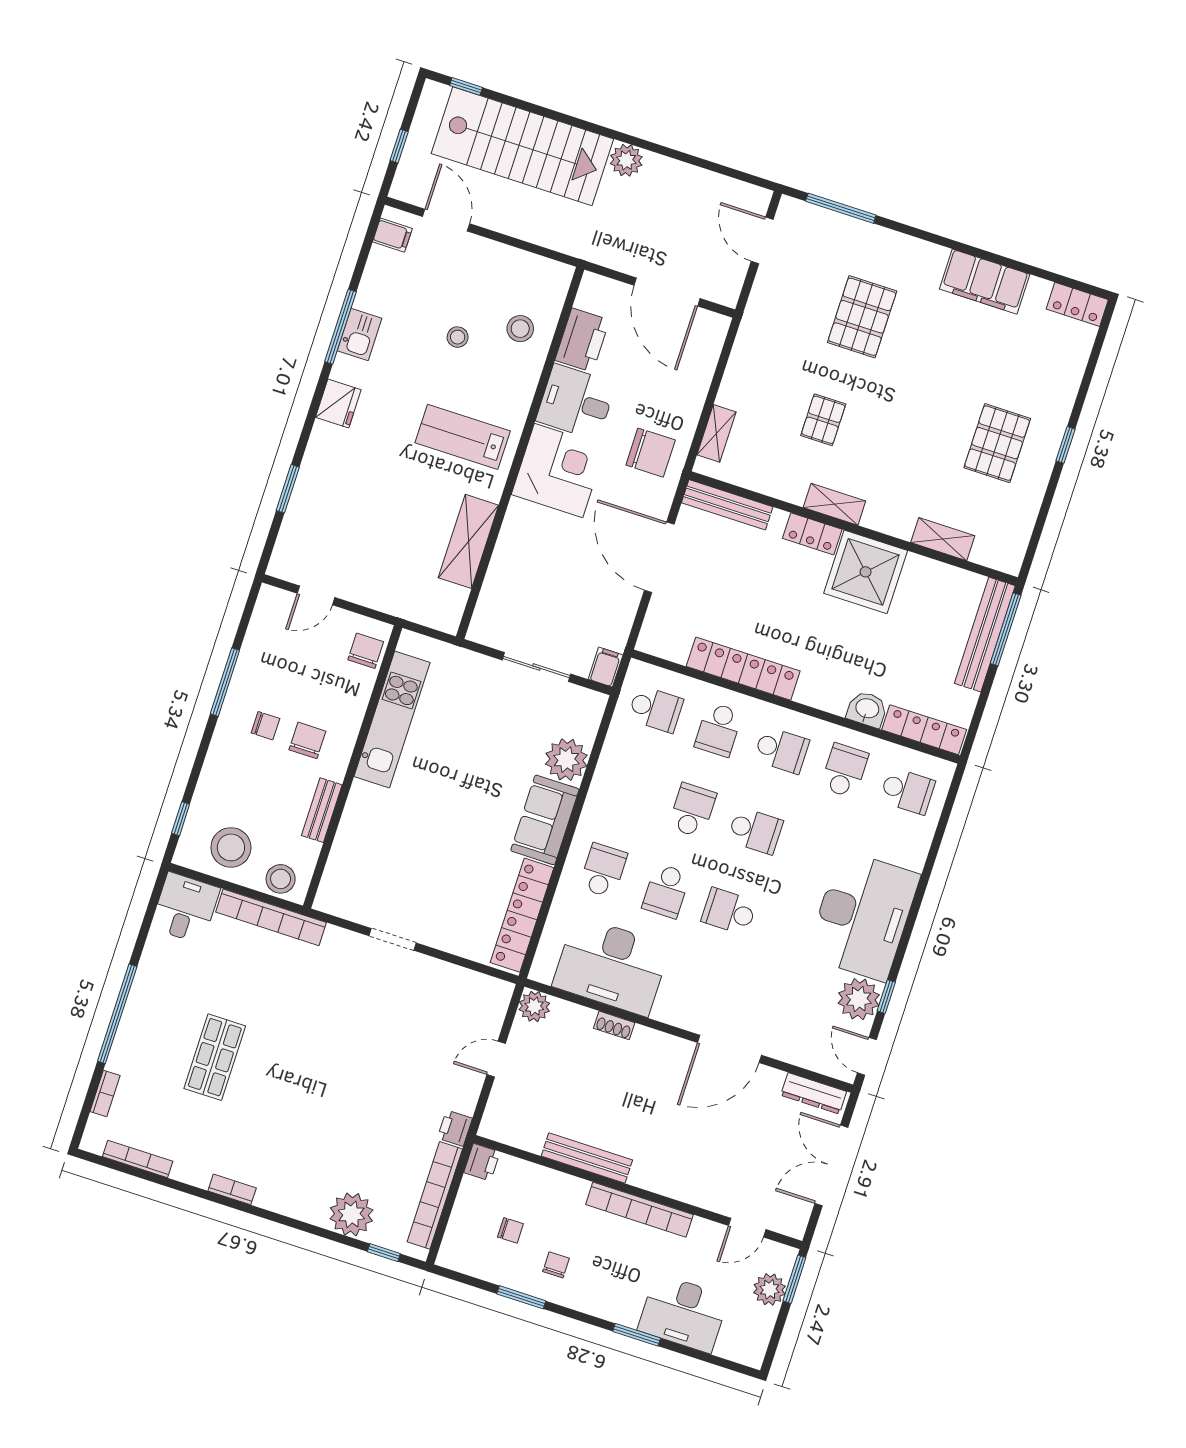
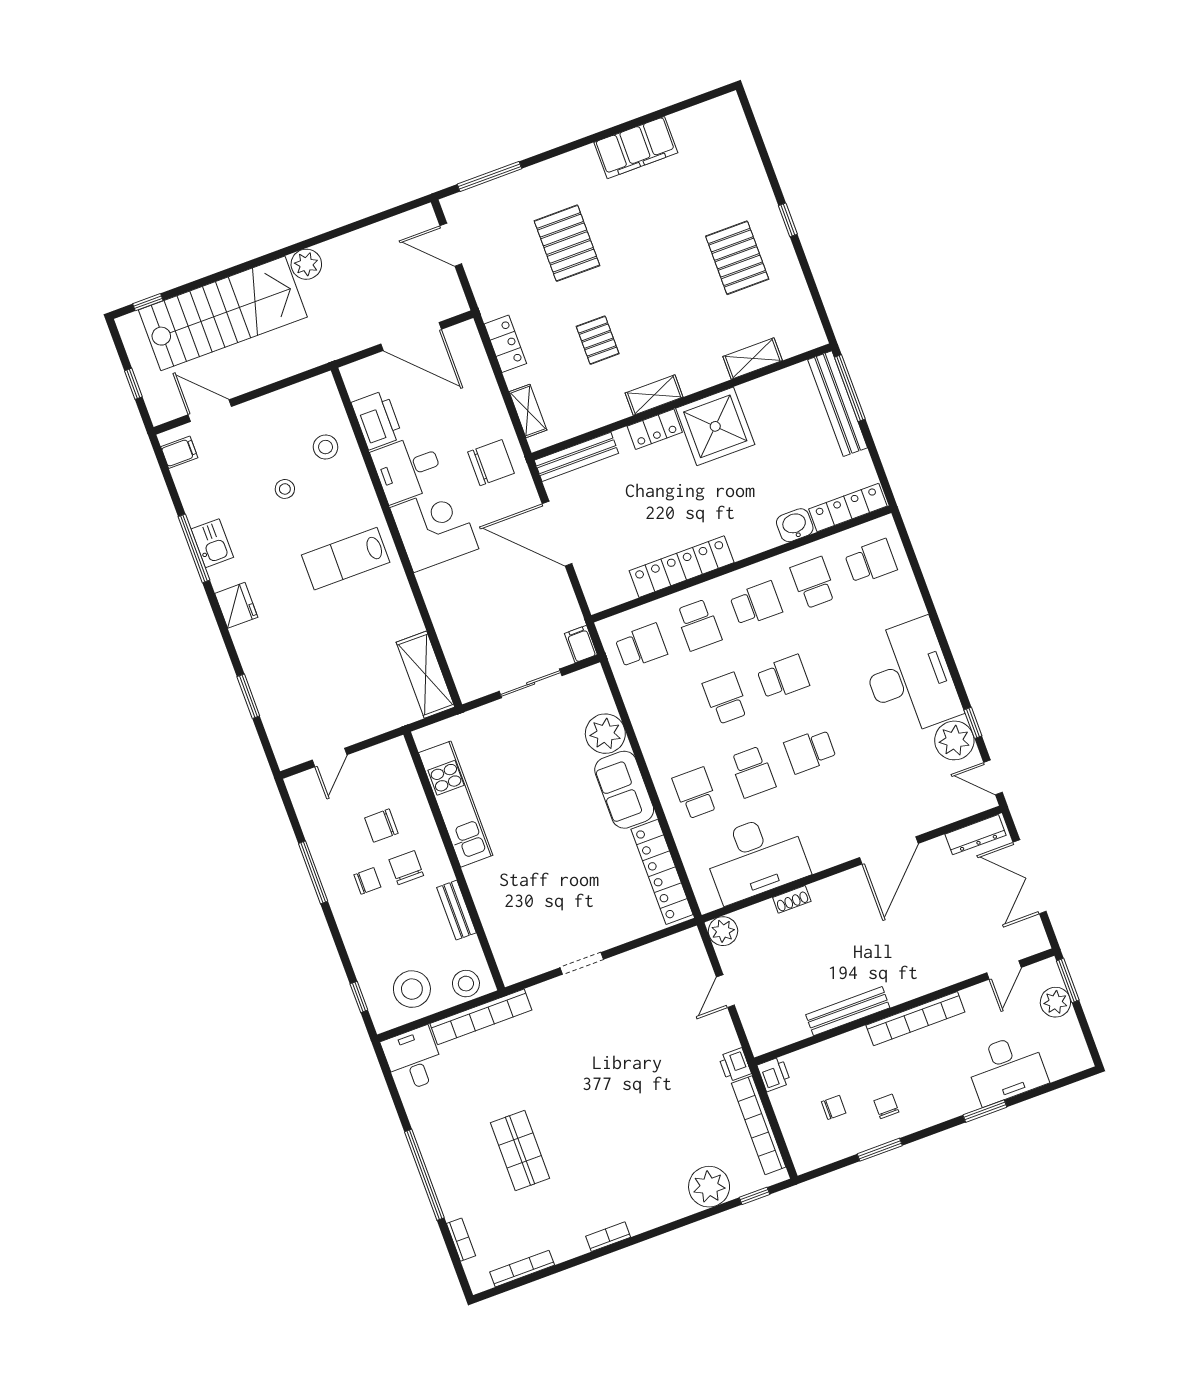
locker: (1077, 304) -> (505, 344), moved, turned -90
shelving: (468, 541) -> (426, 675), moved
chair: (366, 651) -> (381, 826), moved, turned -90

